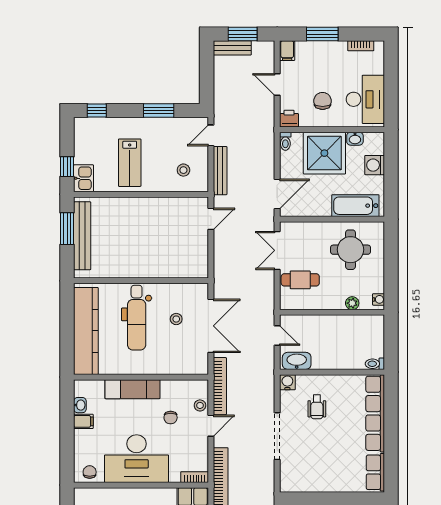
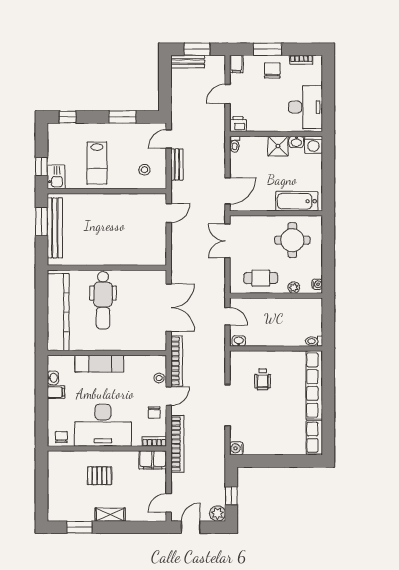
door: (277, 84) -> (228, 94), hinge flipped
chair: (323, 101) -> (272, 70), moved
shower: (324, 153) -> (278, 146), width x0.54, depth x0.54
washing machine: (375, 165) -> (313, 145), moved, turned -90
bench: (220, 171) -> (177, 164), width x0.73
cafe table: (300, 280) -> (261, 278), moved
stool: (176, 319) -> (138, 302), removed
washbasin: (297, 361) -> (239, 341), width x0.52, depth x0.69
water cooler: (287, 382) -> (237, 448), moved, turned -90
chair: (171, 418) -> (154, 413), moved

